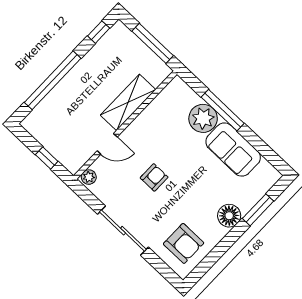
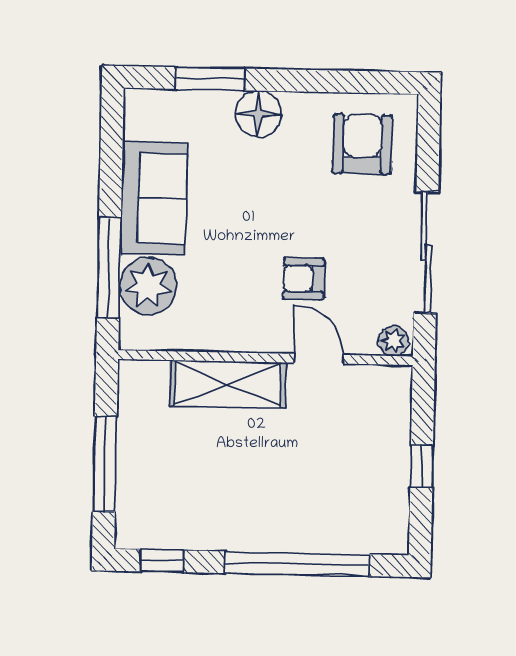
shelving: (128, 102) -> (228, 384), moved
wall: (125, 125) -> (265, 358), moved
door: (107, 144) -> (319, 359), moved
plant: (89, 177) -> (393, 341), moved

